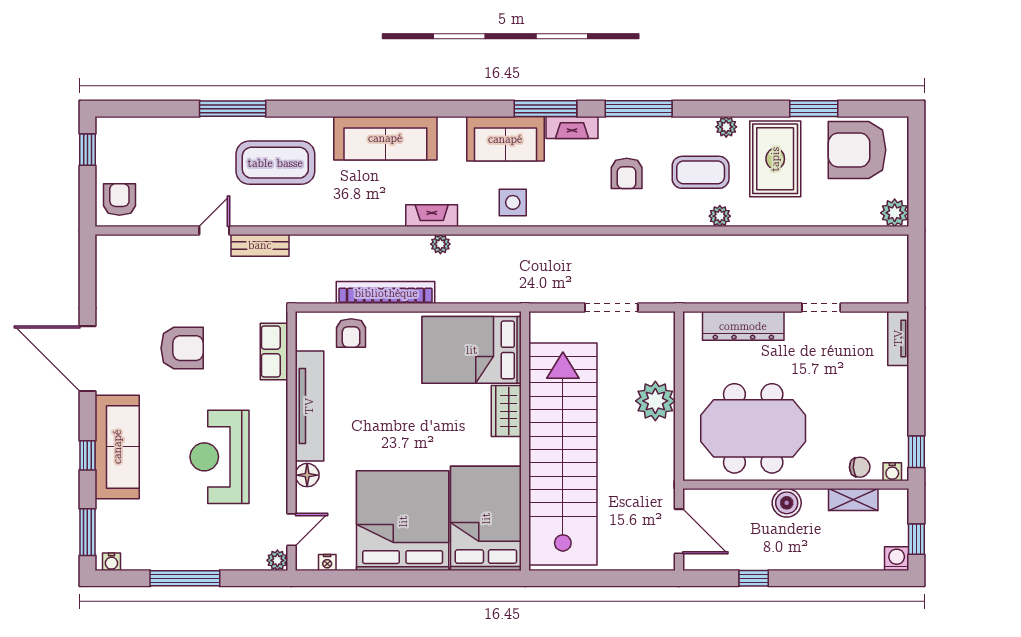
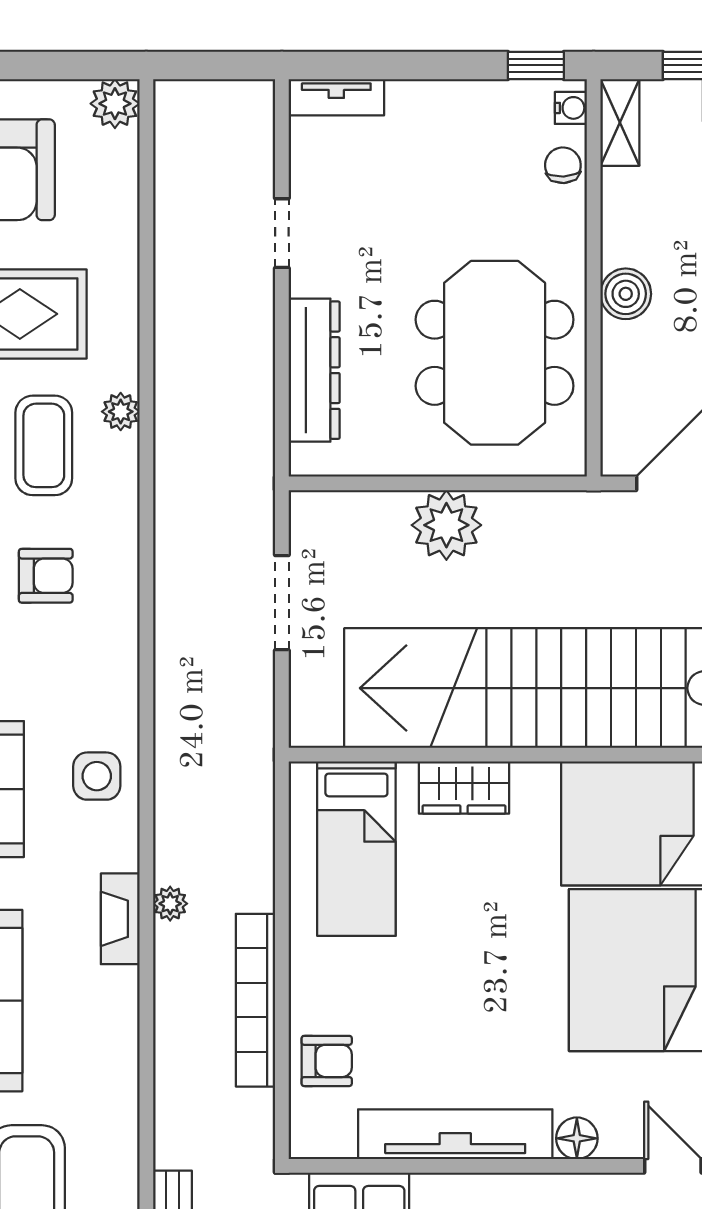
bed: (472, 350) -> (356, 849), width x0.67
shelving: (853, 500) -> (620, 122), moved

